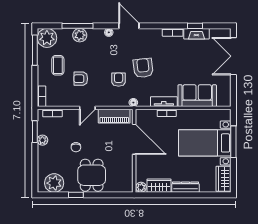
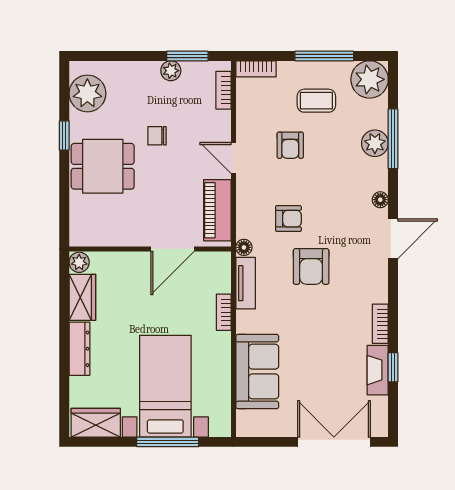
window: (35, 50) -> (324, 56), moved
armchair: (143, 68) -> (311, 267), turned 97
armchair: (81, 79) -> (290, 145), turned 180
tv unit: (164, 102) -> (246, 283), moved
door: (134, 139) -> (172, 249), width x0.73

